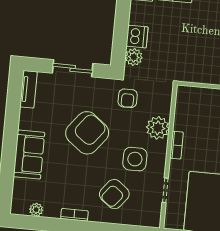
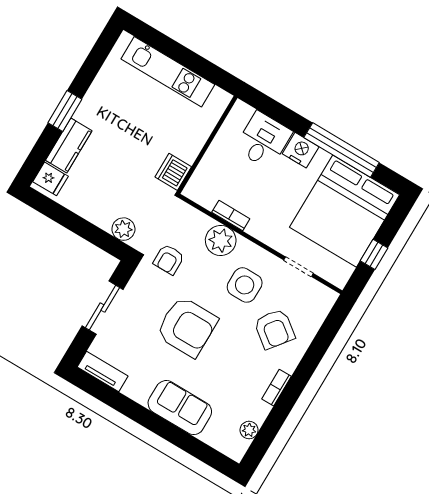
dishwasher: (137, 37) -> (173, 172), moved, turned -90
armchair: (128, 98) -> (169, 259), turned 90
armchair: (87, 133) -> (187, 327), turned 142
bookcase: (177, 145) -> (231, 215), moved

